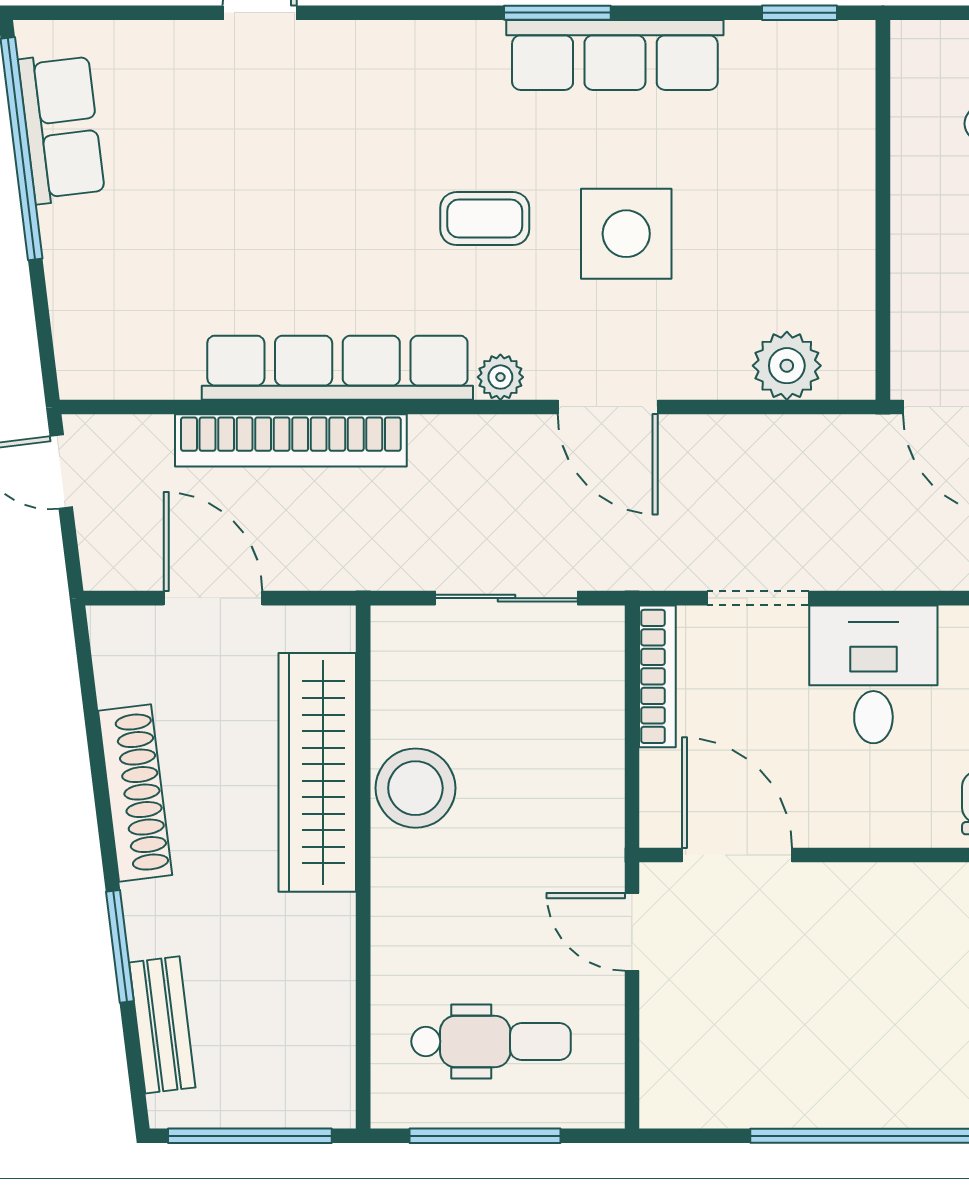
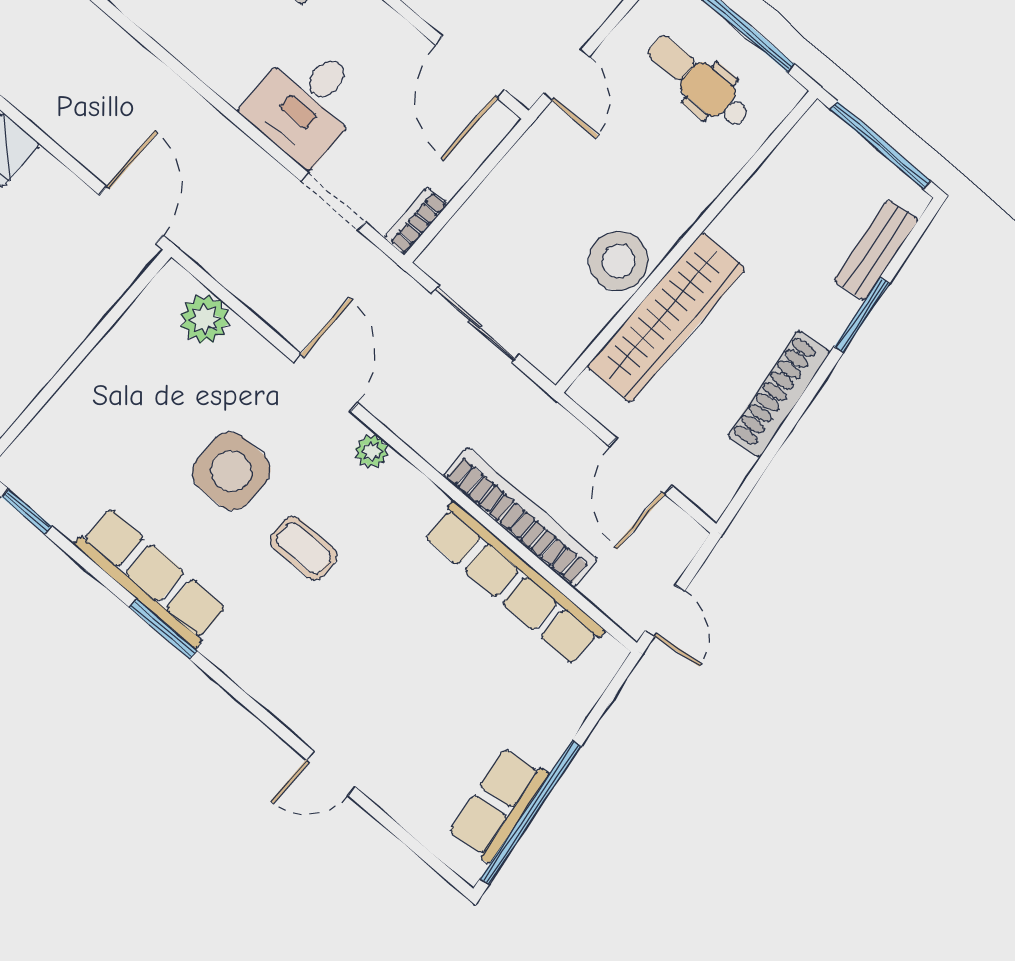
row of seats: (337, 368) -> (514, 583), moved
bookcase: (657, 676) -> (416, 221), width x0.64

